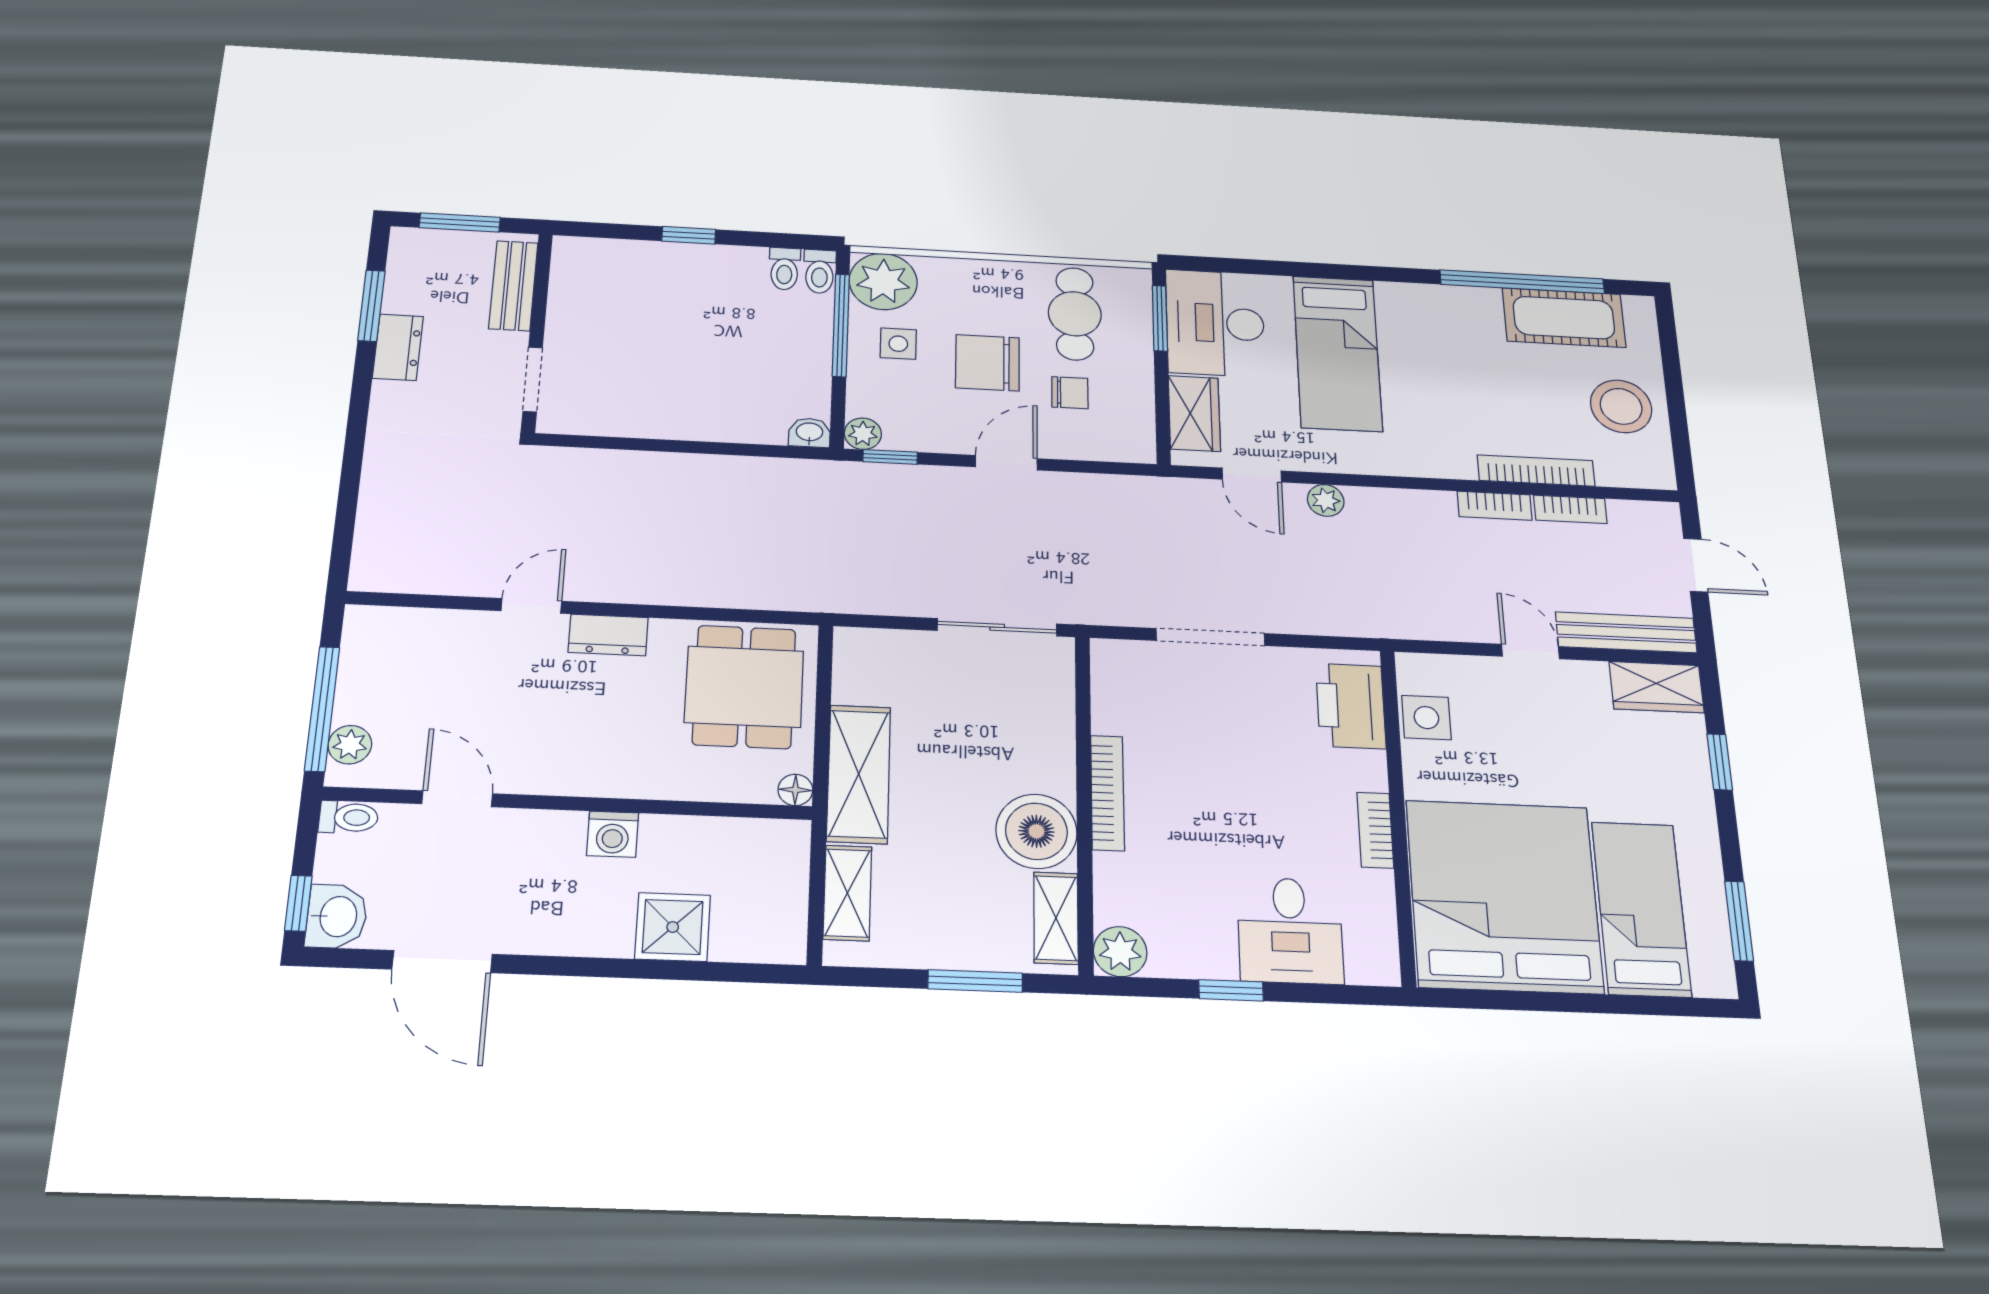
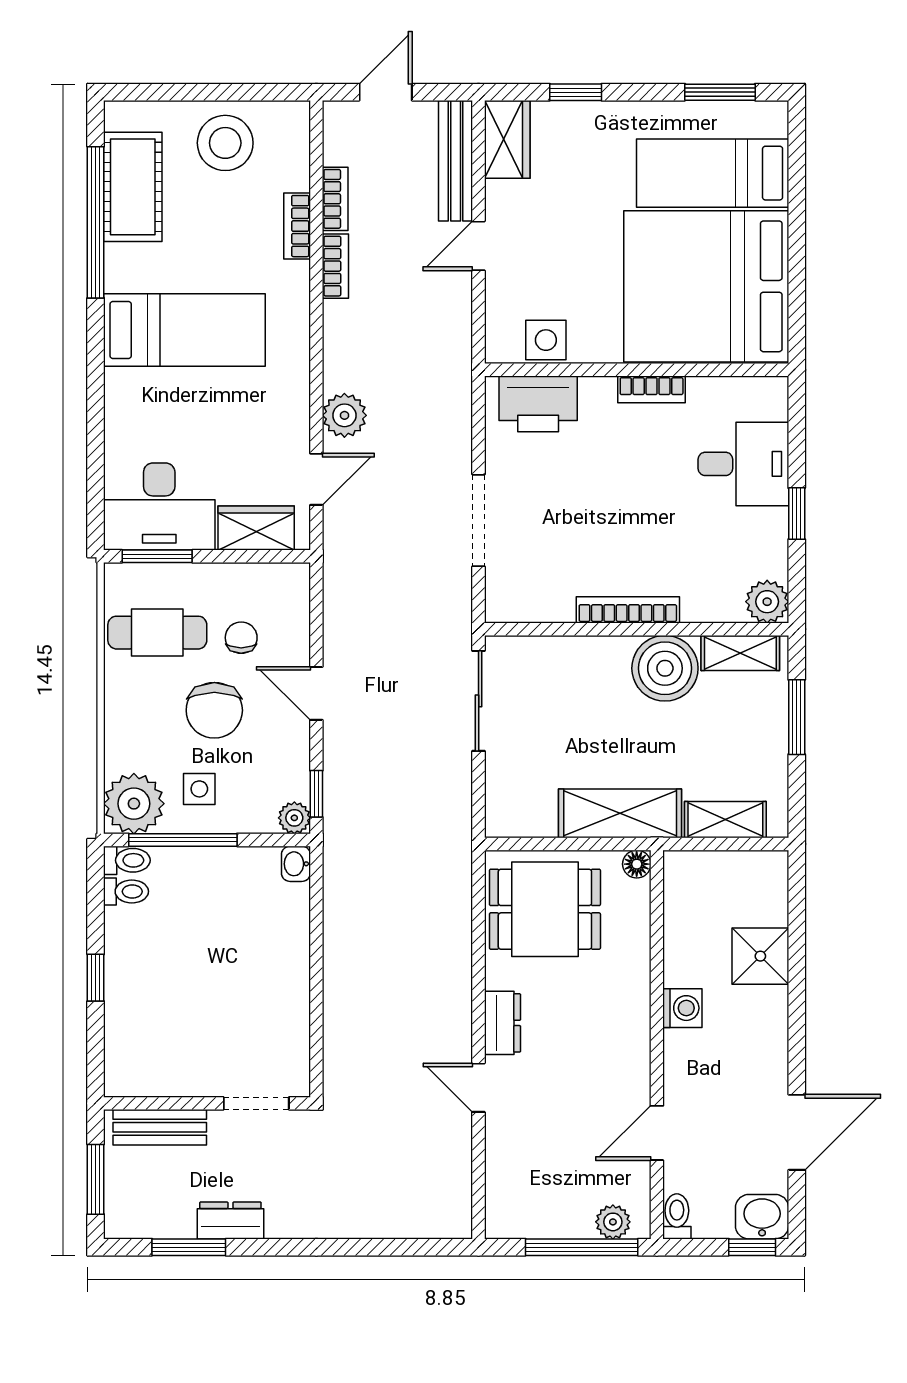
bed: (1337, 353) -> (184, 330), moved
bookcase: (1536, 471) -> (297, 226), width x0.64
plant: (1326, 500) -> (344, 415), width x1.38, depth x1.38

